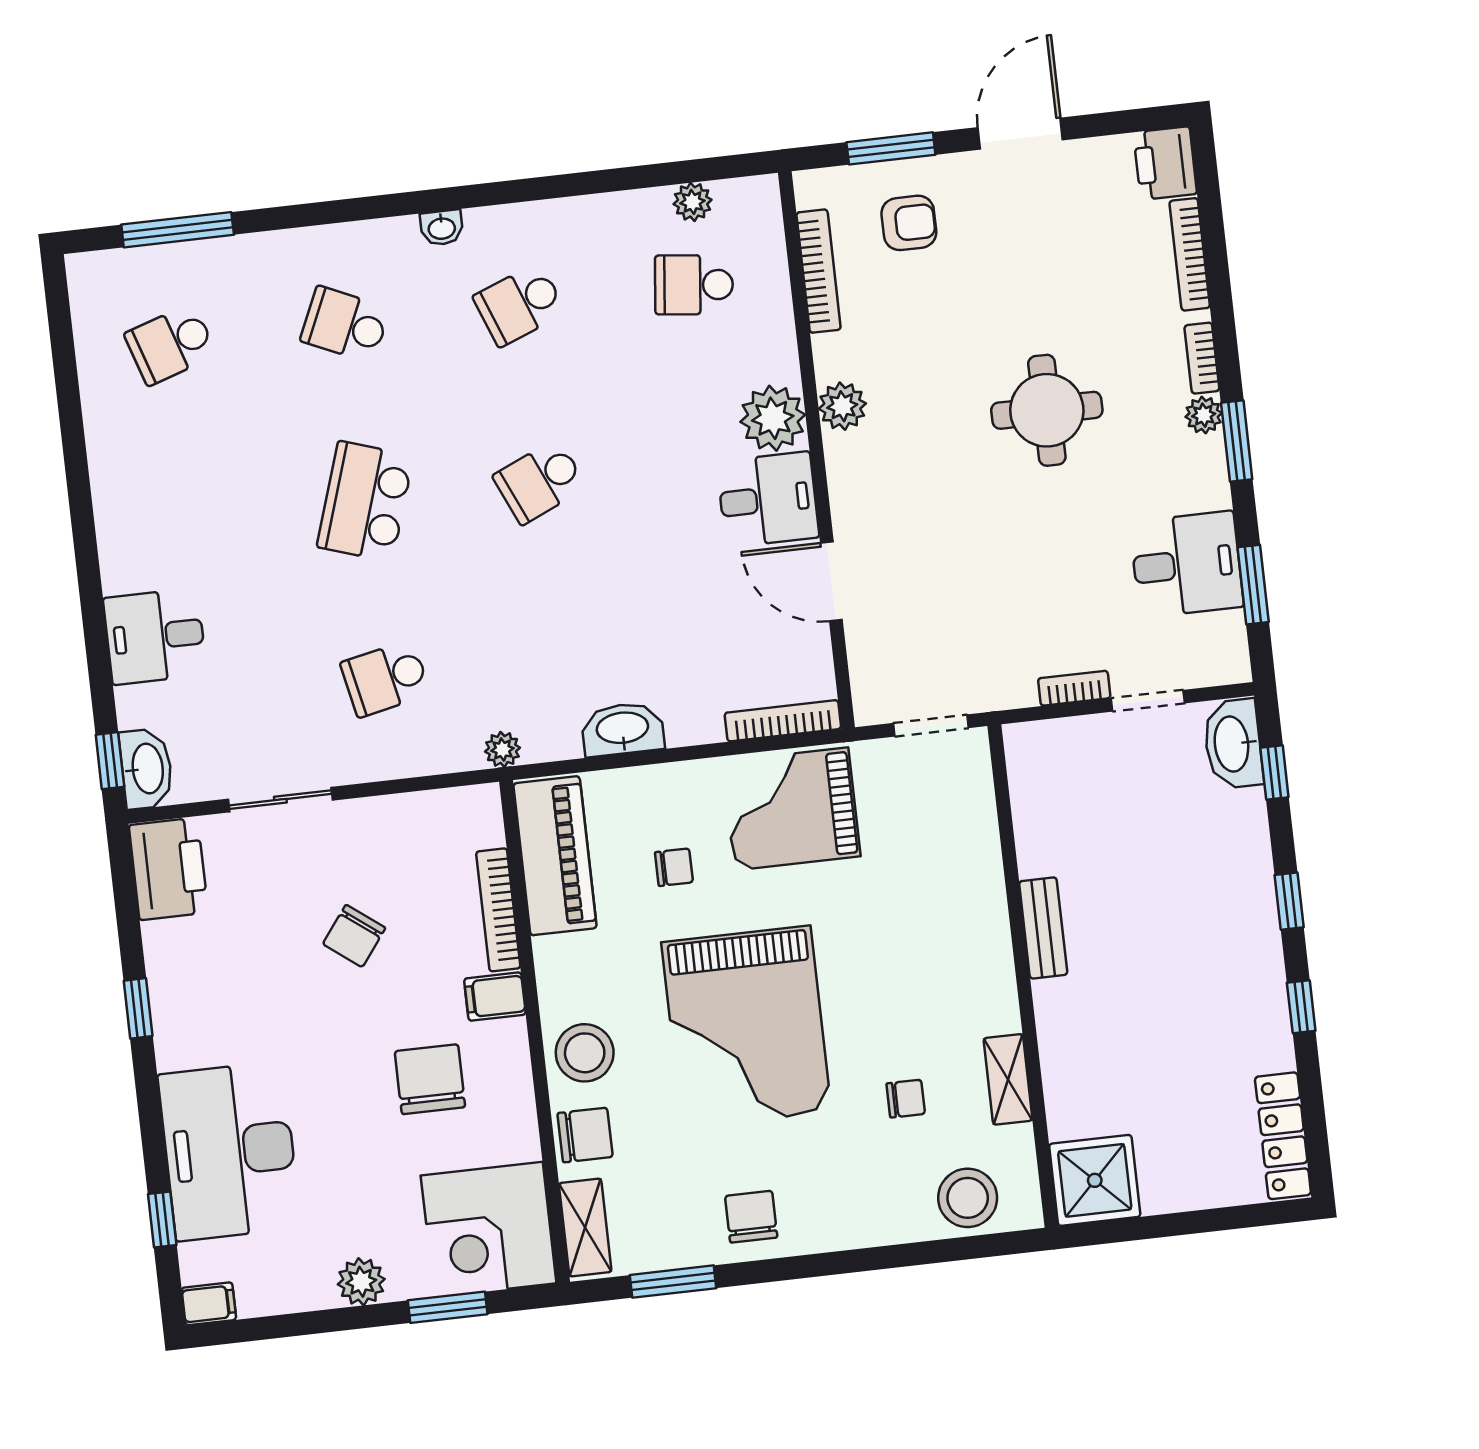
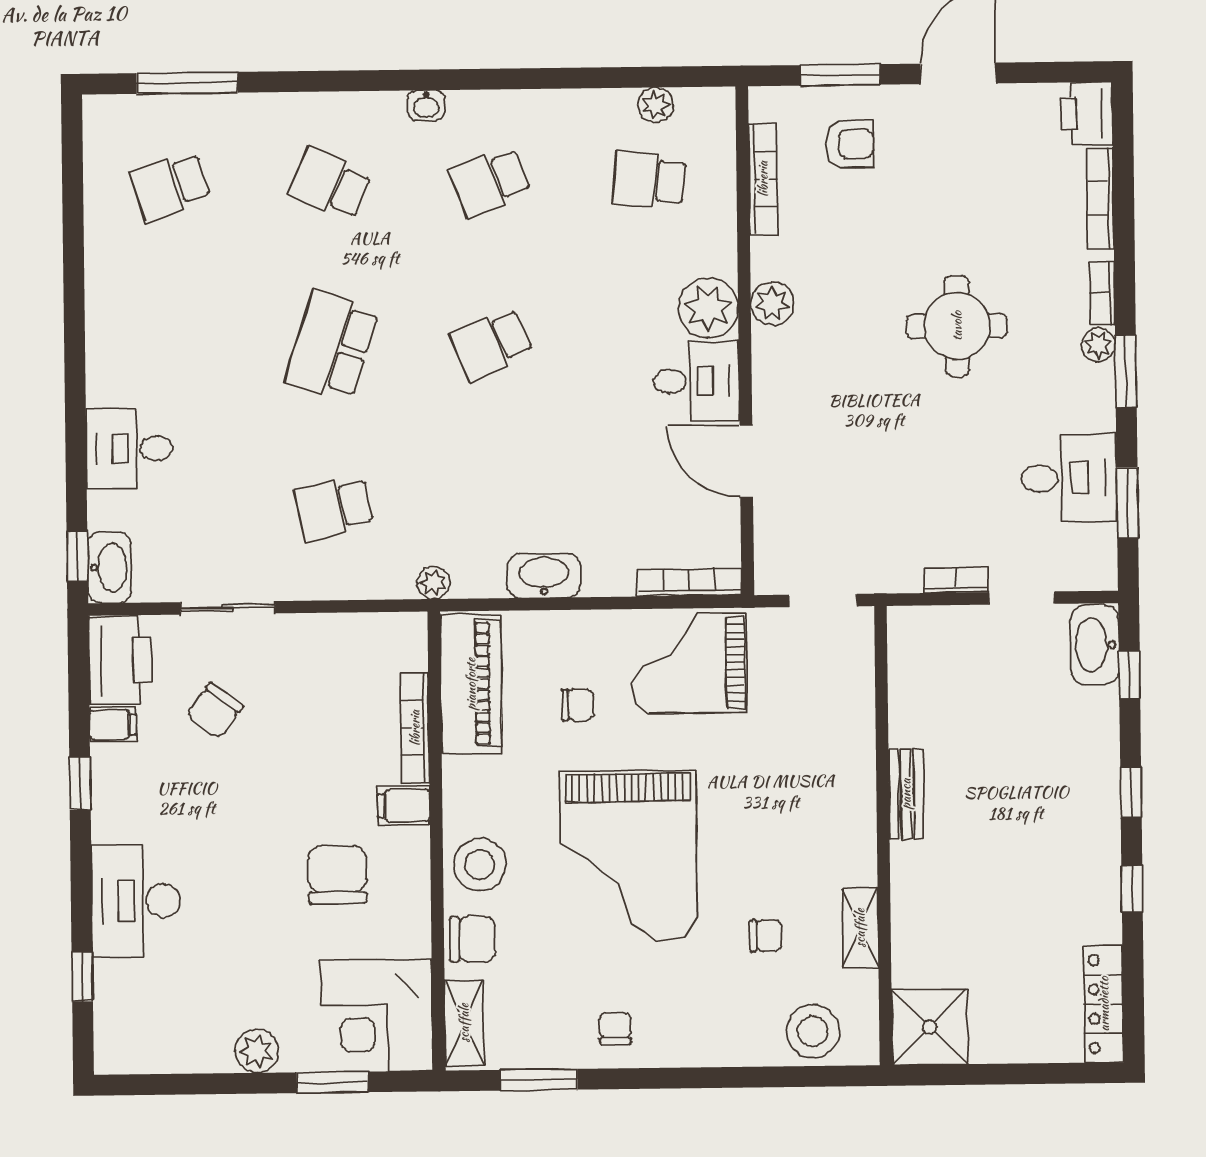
chair: (354, 936) -> (215, 710), moved
desk: (229, 1151) -> (136, 901), width x0.73, depth x0.77
chair: (751, 1217) -> (615, 1028), width x0.73, depth x0.73
filing cabinet: (209, 1304) -> (113, 725), moved

